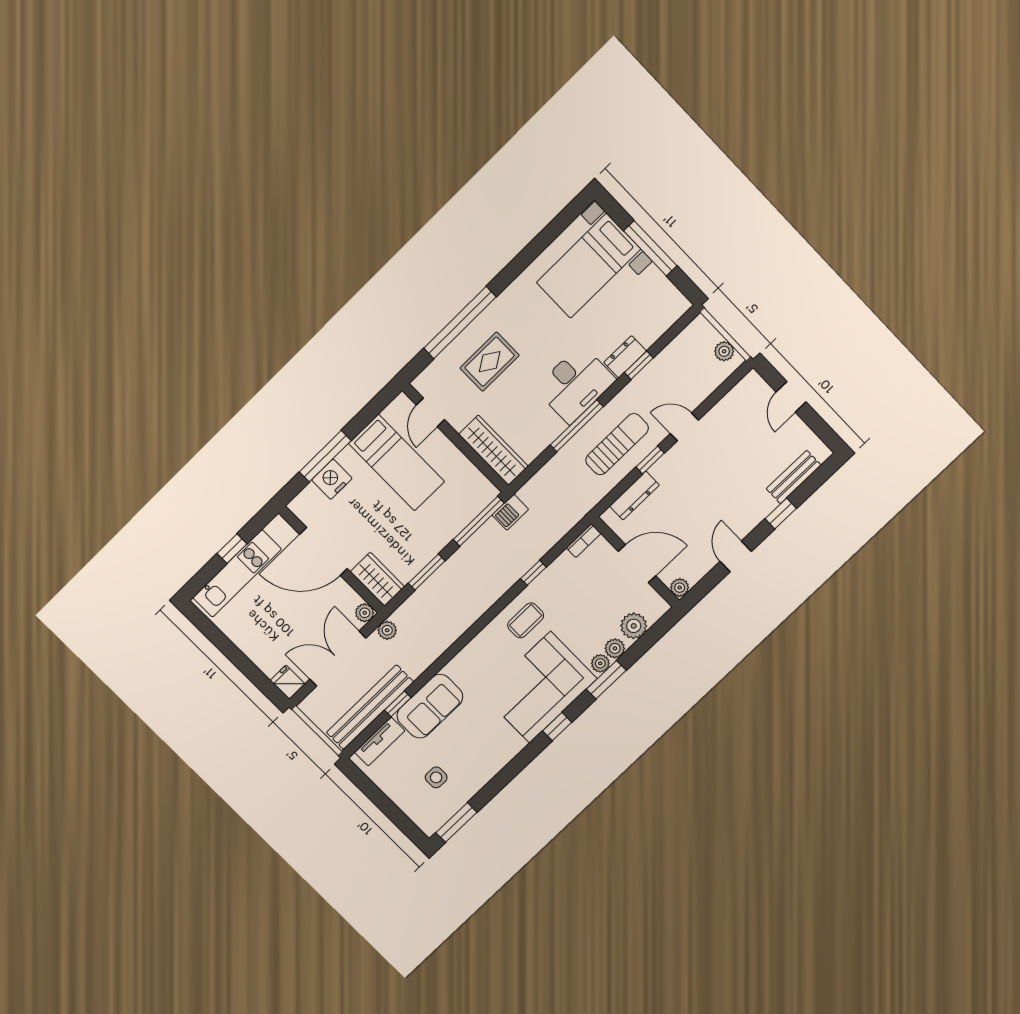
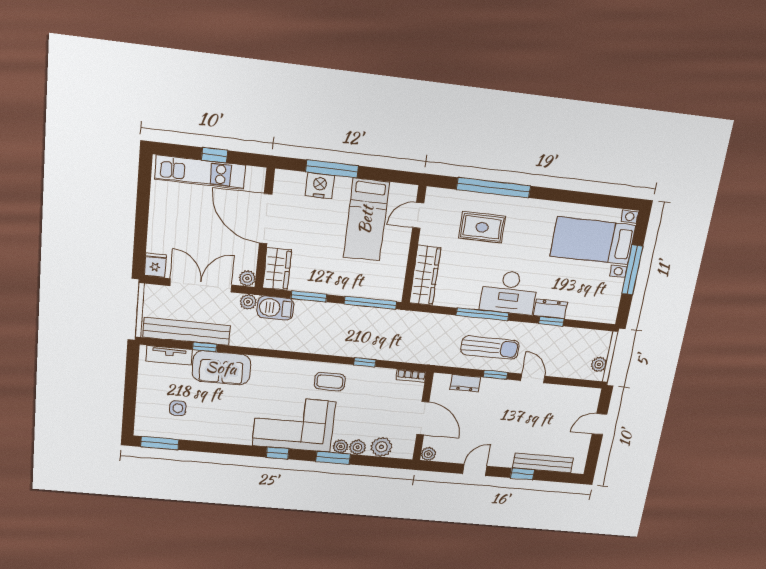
bench: (794, 477) -> (543, 463), width x1.36
dresser: (634, 496) -> (465, 383), width x0.70
barbecue: (510, 512) -> (275, 308), moved, width x1.38, depth x1.27

